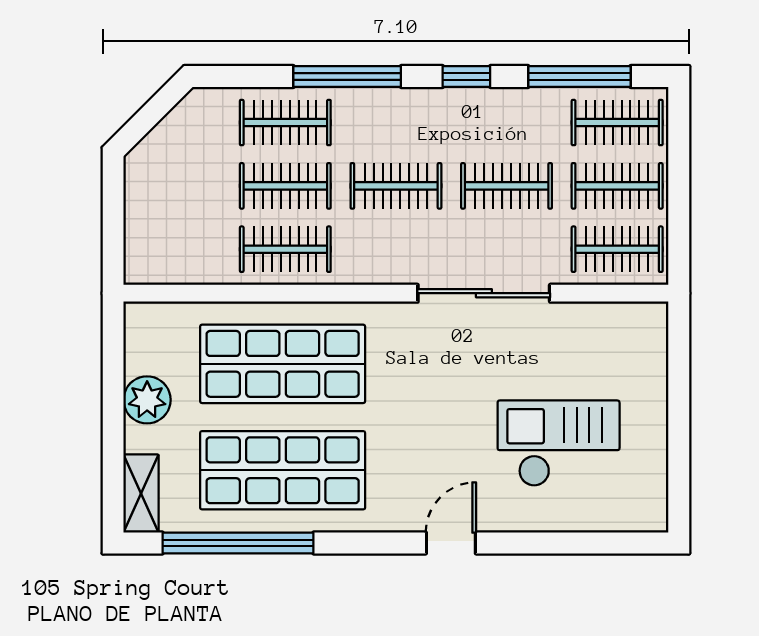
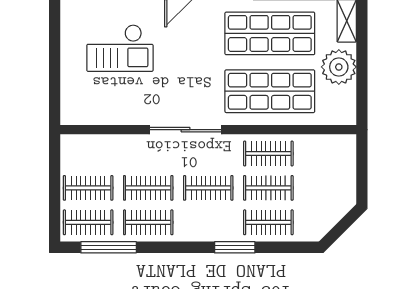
window: (347, 76) -> (235, 247), width x0.69
window: (466, 76) -> (170, 247), removed
clothes rail: (617, 249) -> (148, 222), moved
sliding door: (484, 293) -> (186, 130), moved
plant: (147, 400) -> (339, 67), width x1.36, depth x1.36

